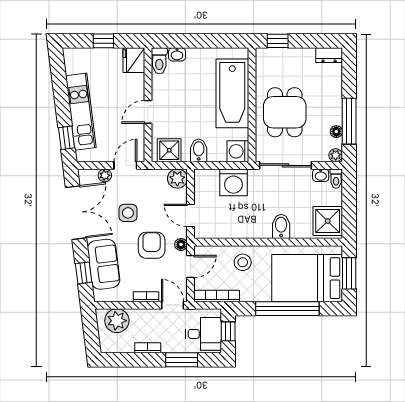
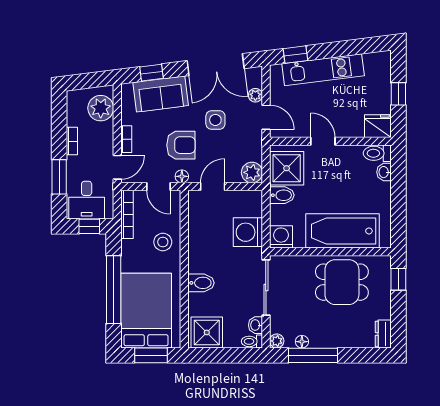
dining table: (285, 112) -> (342, 282), moved
shower: (169, 150) -> (287, 168), width x1.36, depth x1.36

